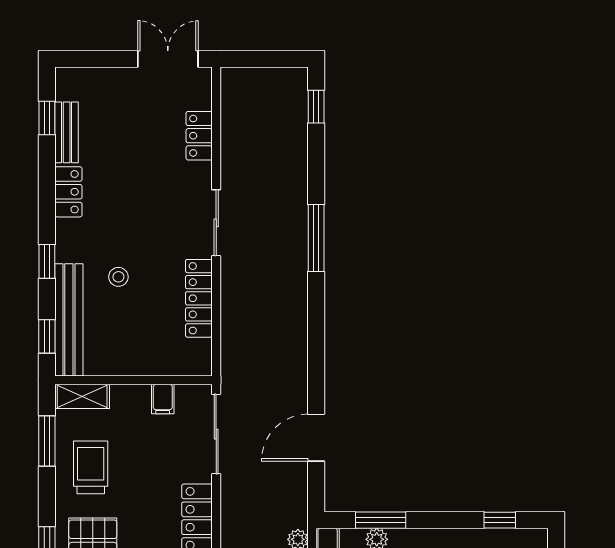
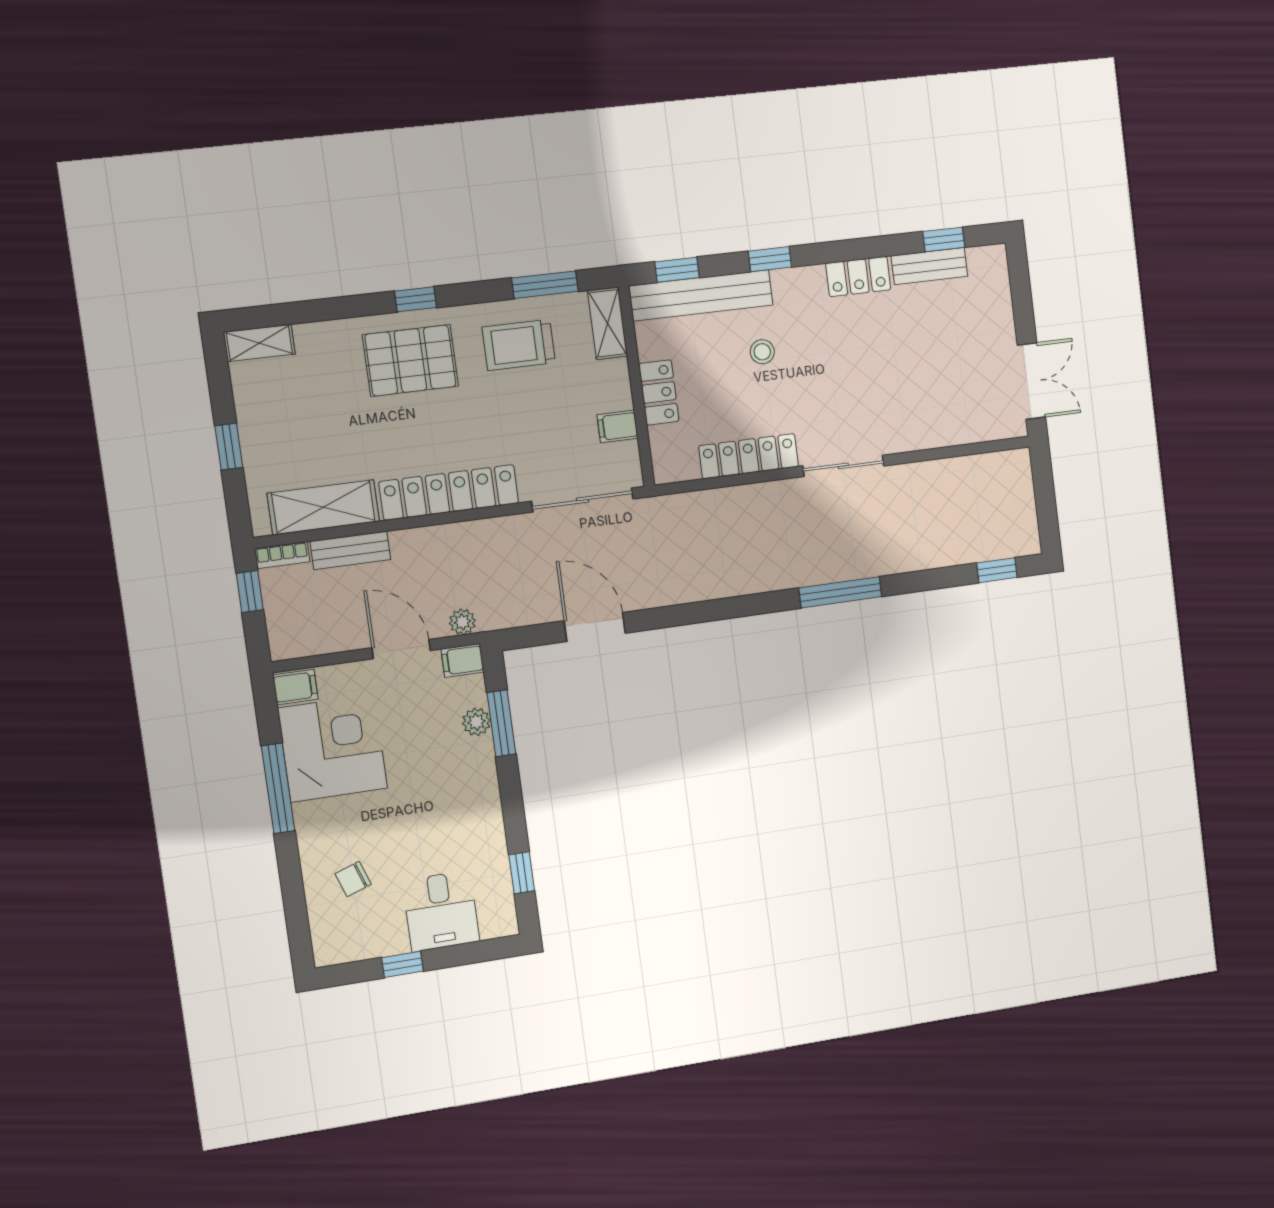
locker: (199, 136) -> (659, 392), moved, turned 90
trolley: (91, 467) -> (519, 345), turned 180

